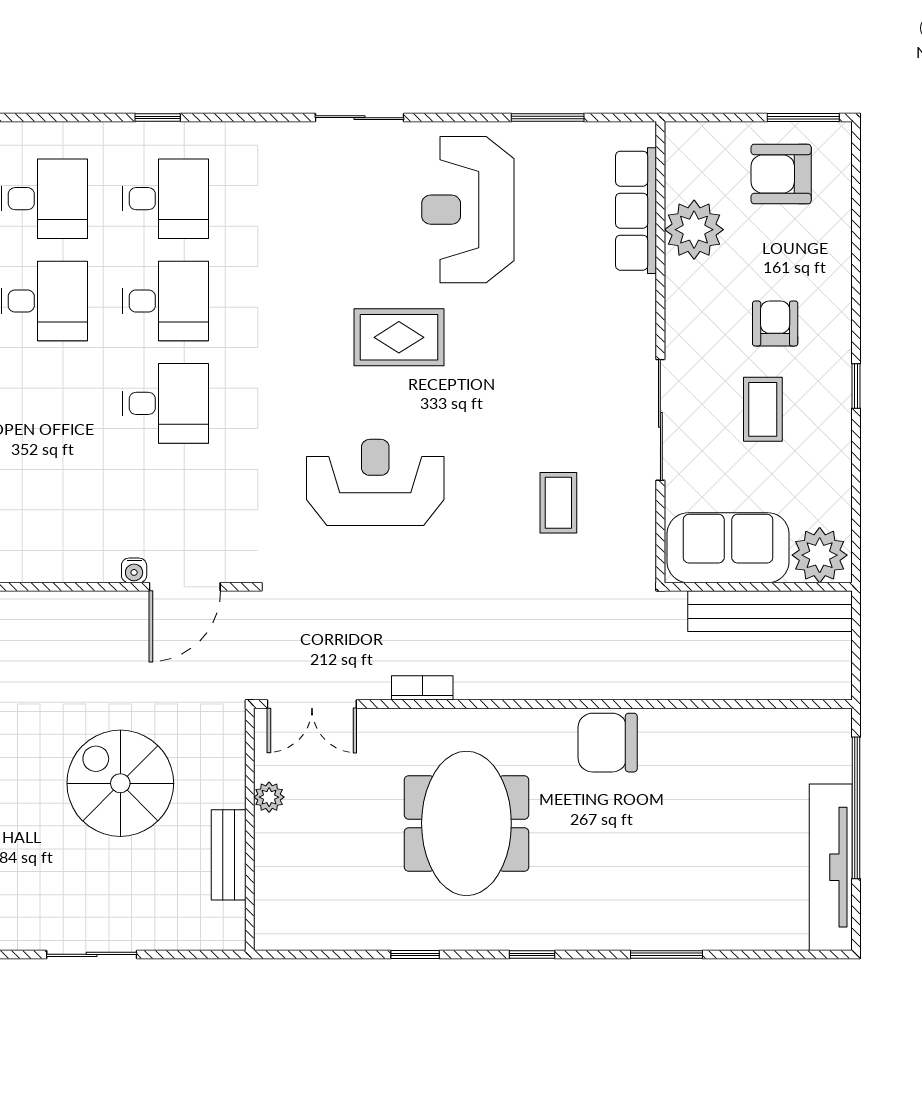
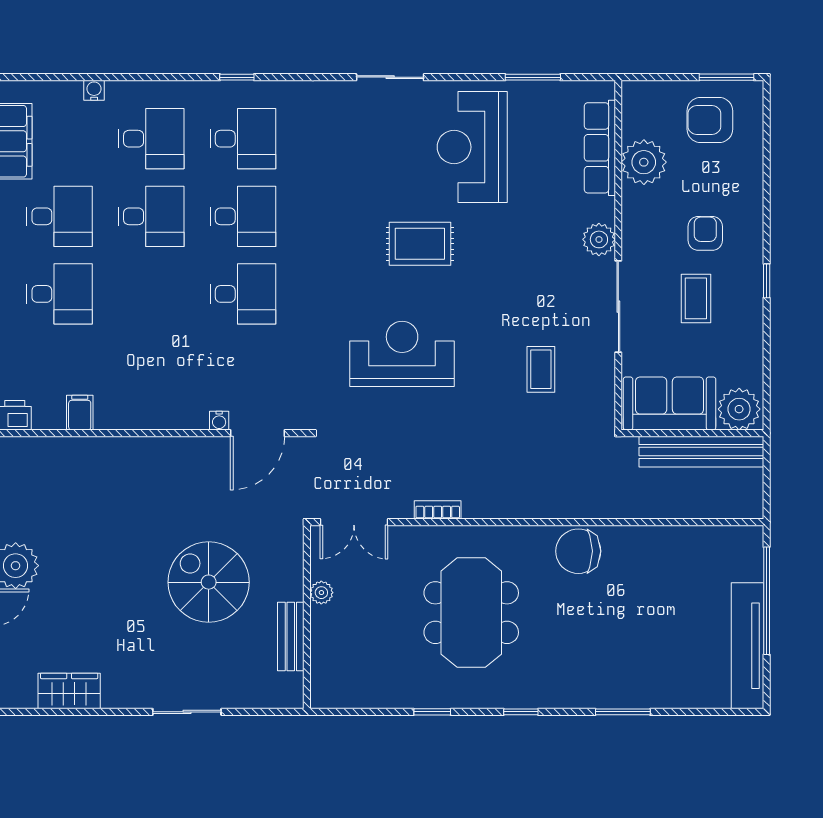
plant: (635, 332) -> (599, 239), added

